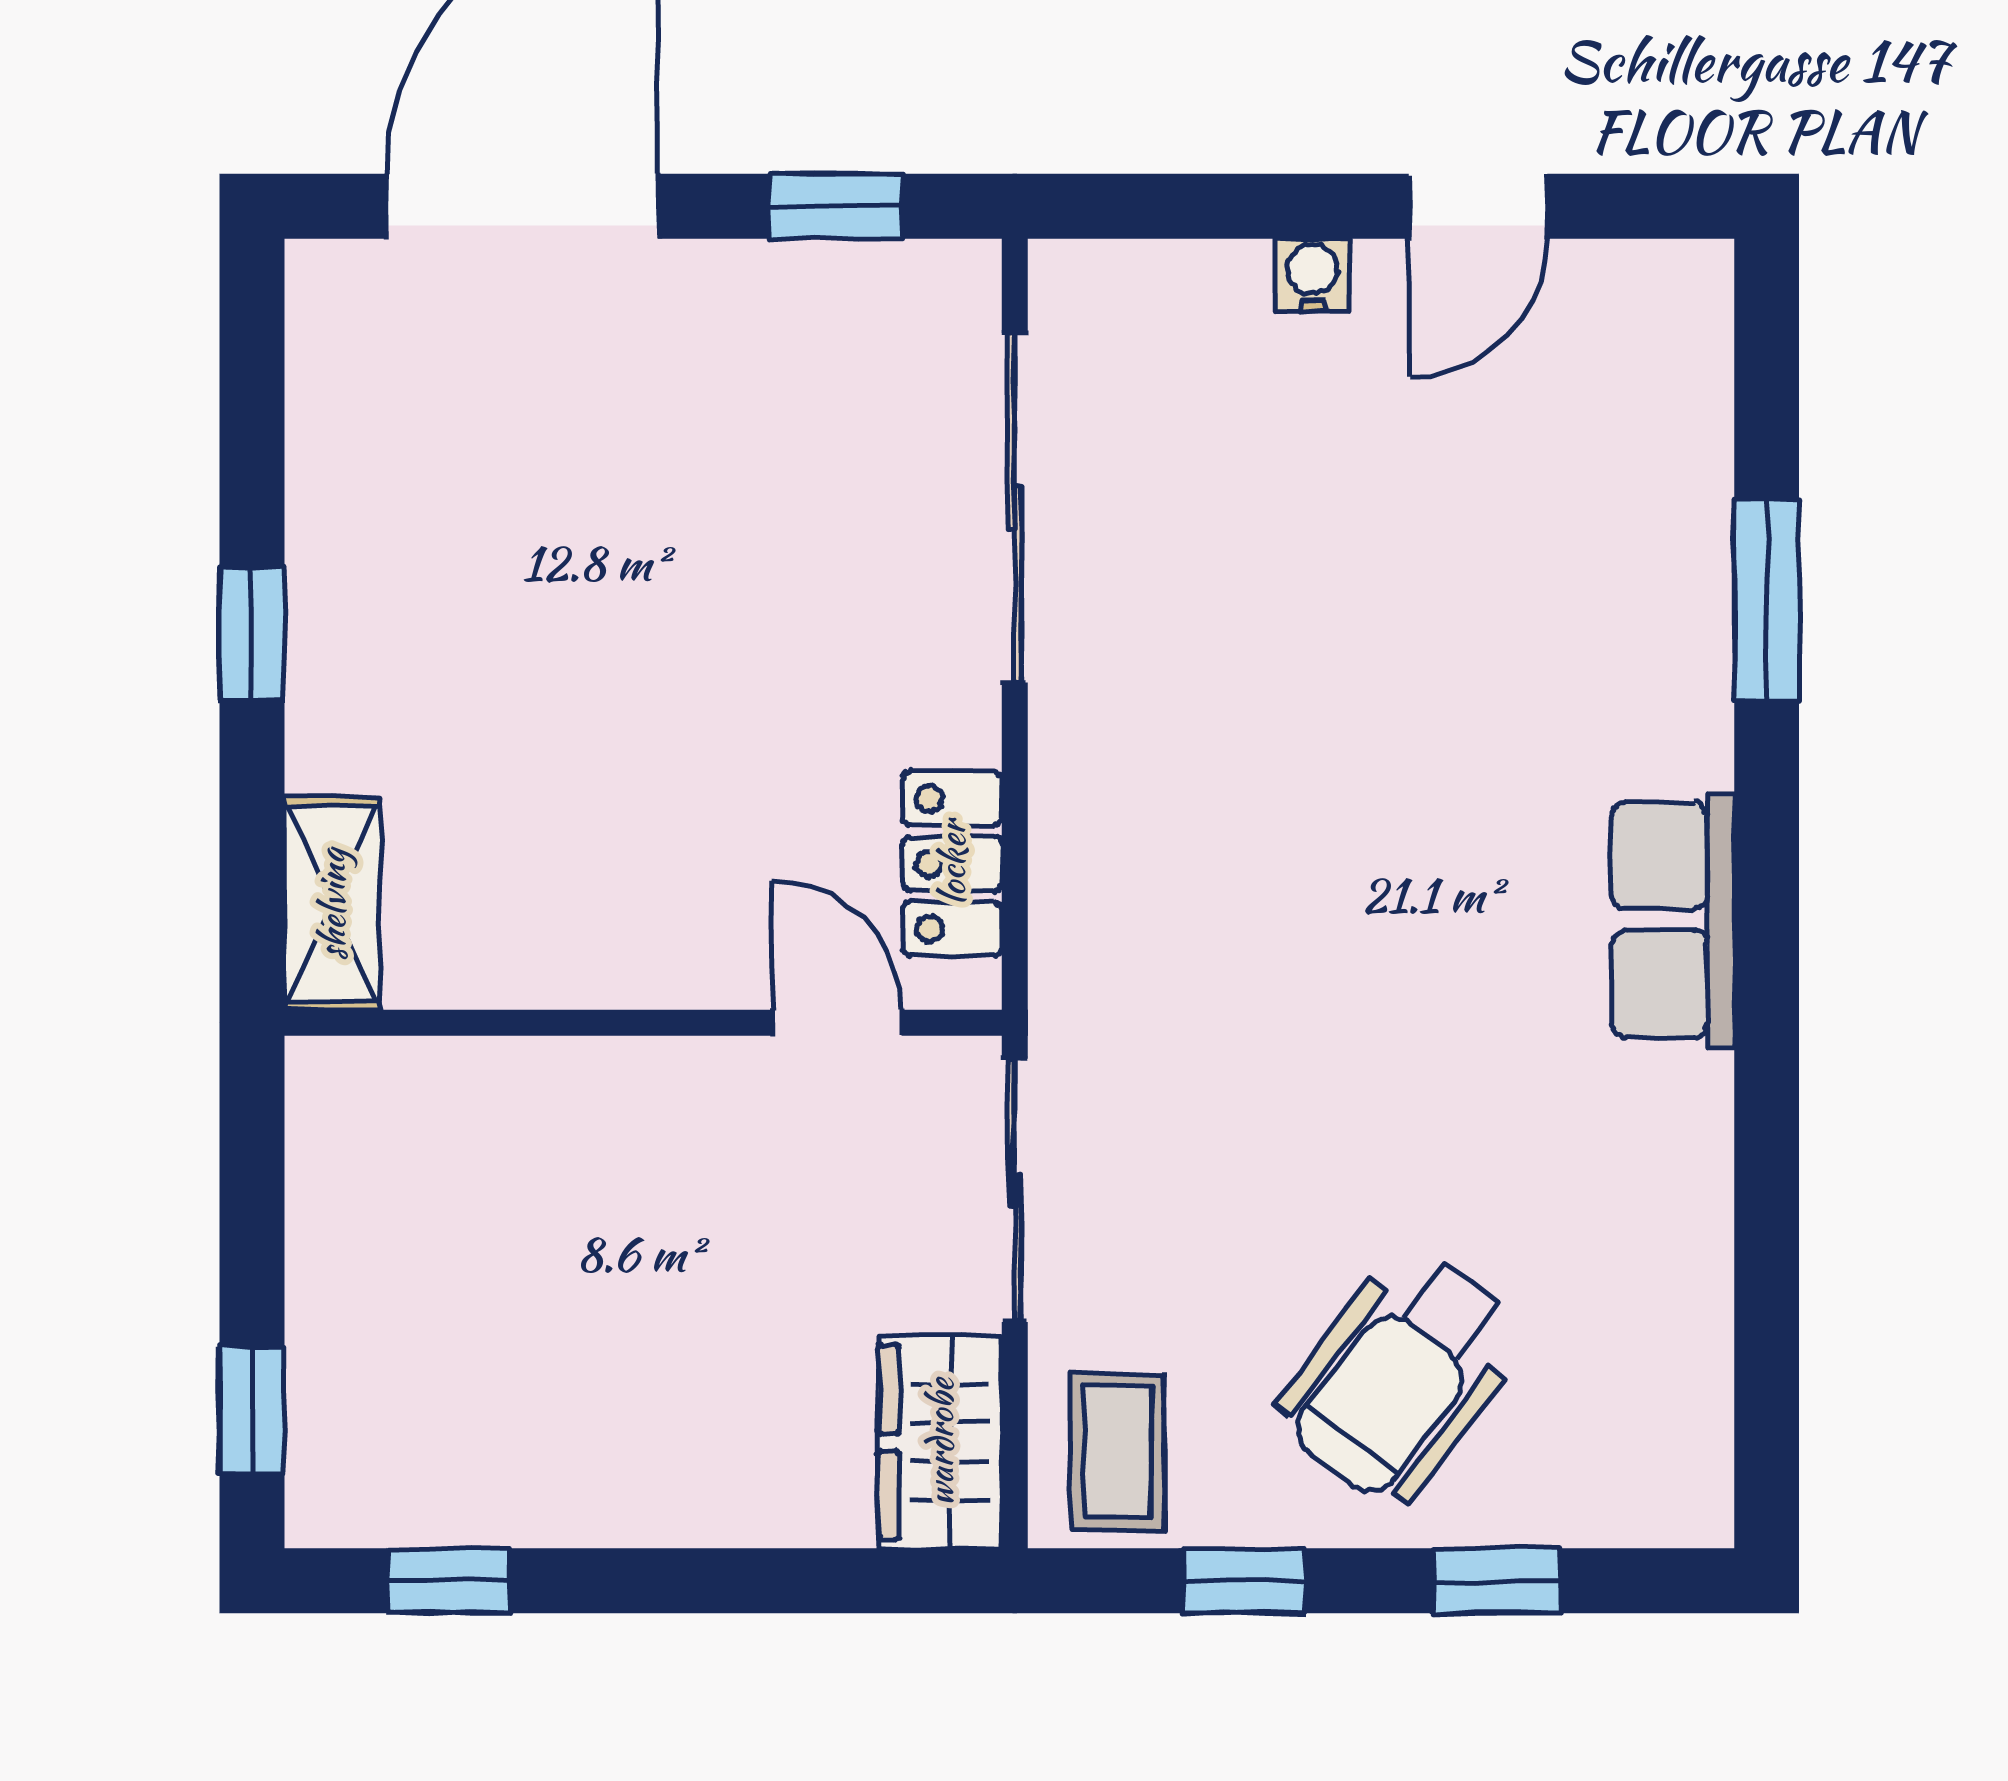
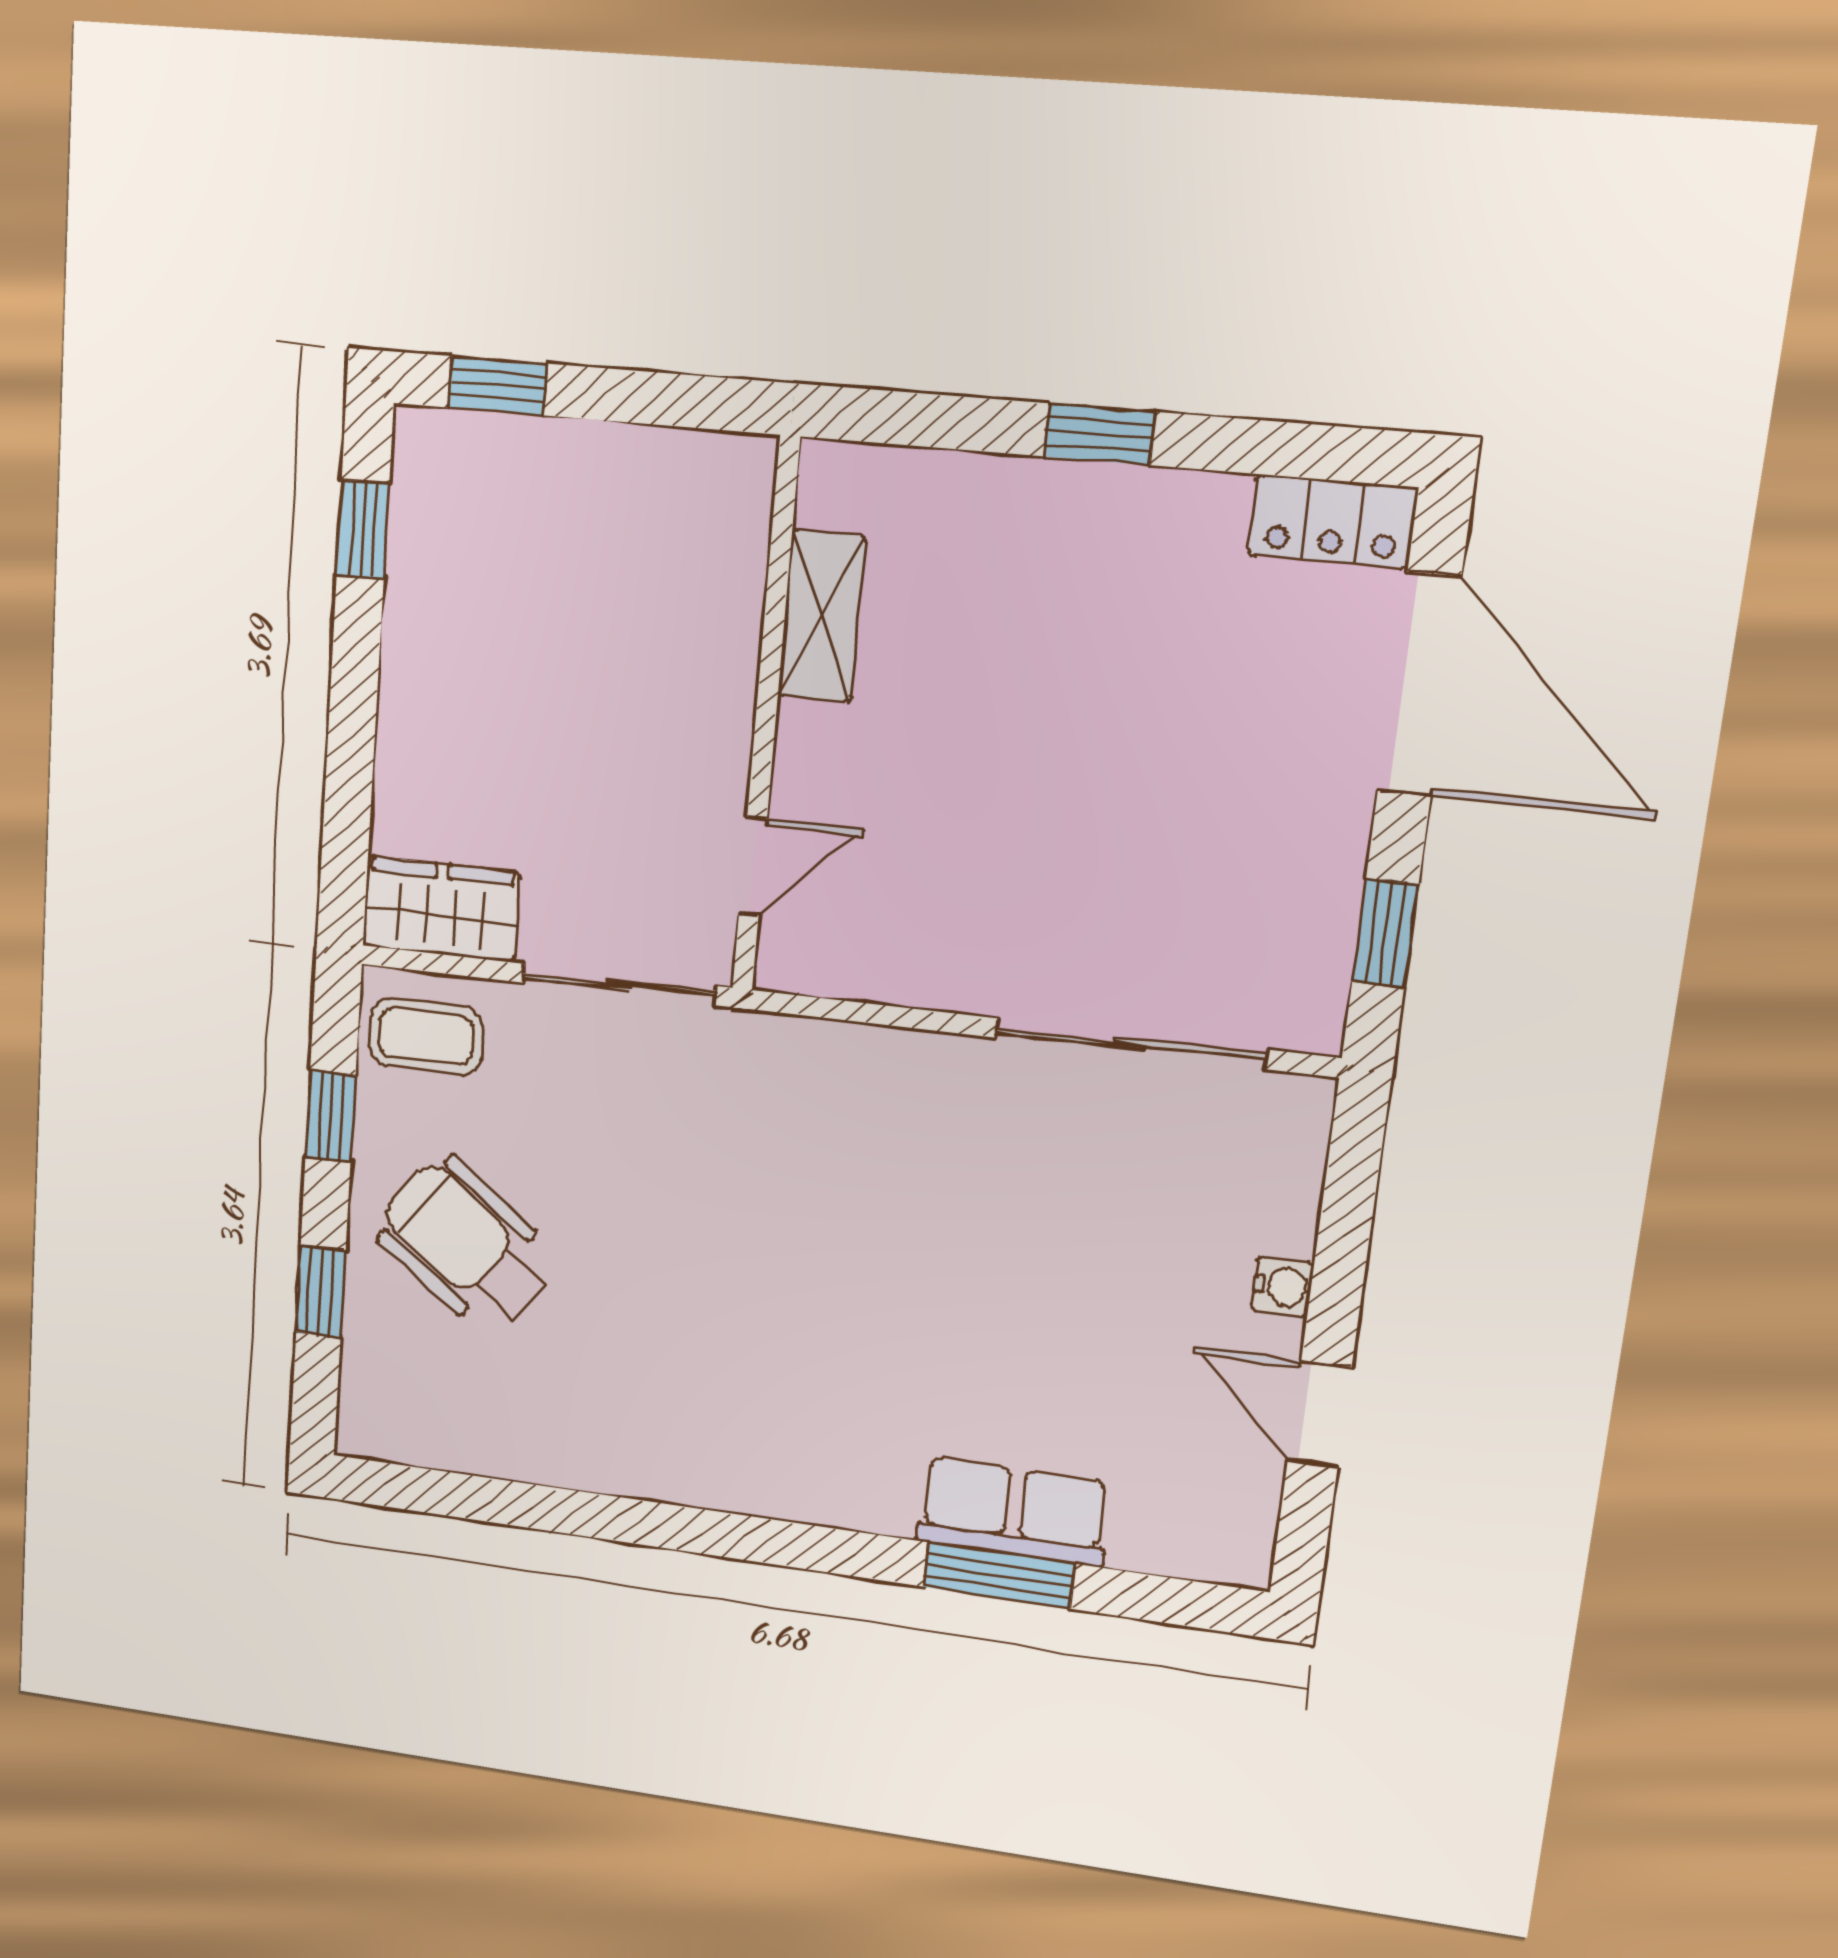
locker: (952, 863) -> (1333, 521), moved, turned 180
shelving: (332, 904) -> (821, 616), moved, turned 90
row of seats: (1673, 920) -> (1014, 1512), moved

